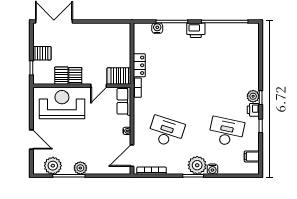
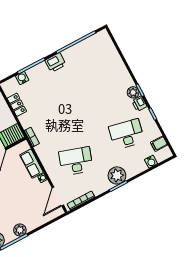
locker: (139, 65) -> (17, 105), moved
row of seats: (124, 101) -> (32, 164), moved
water cooler: (212, 169) -> (151, 162), moved

